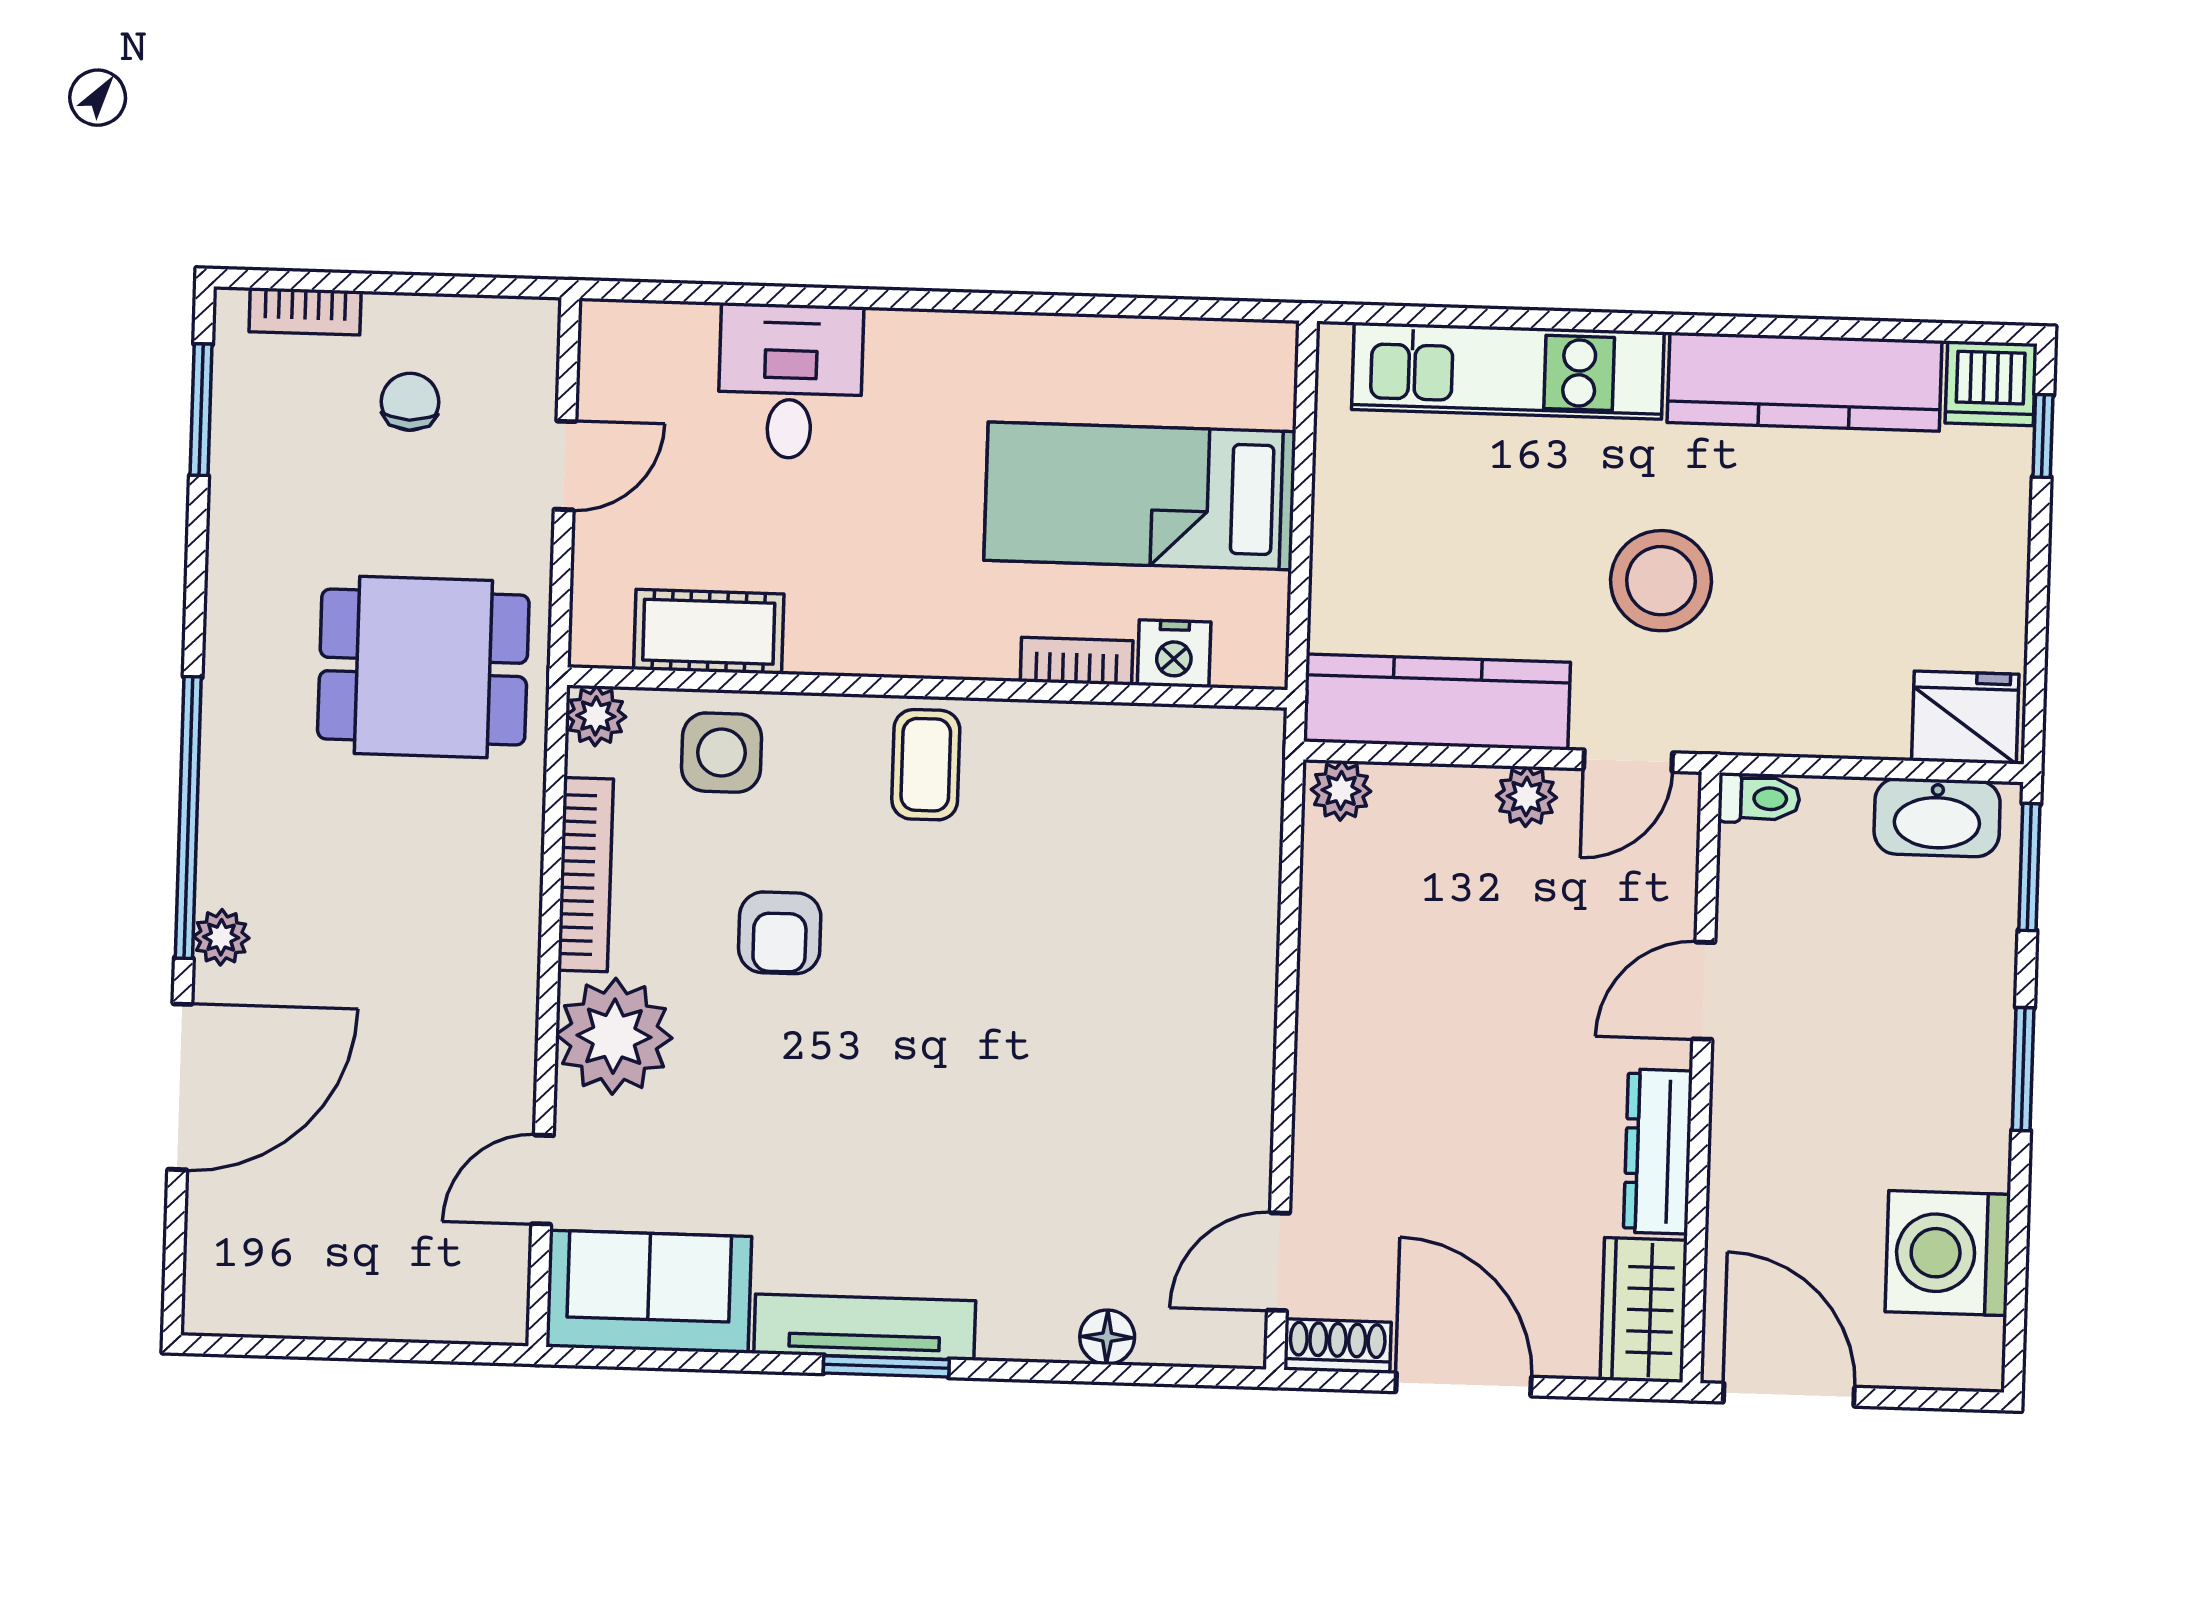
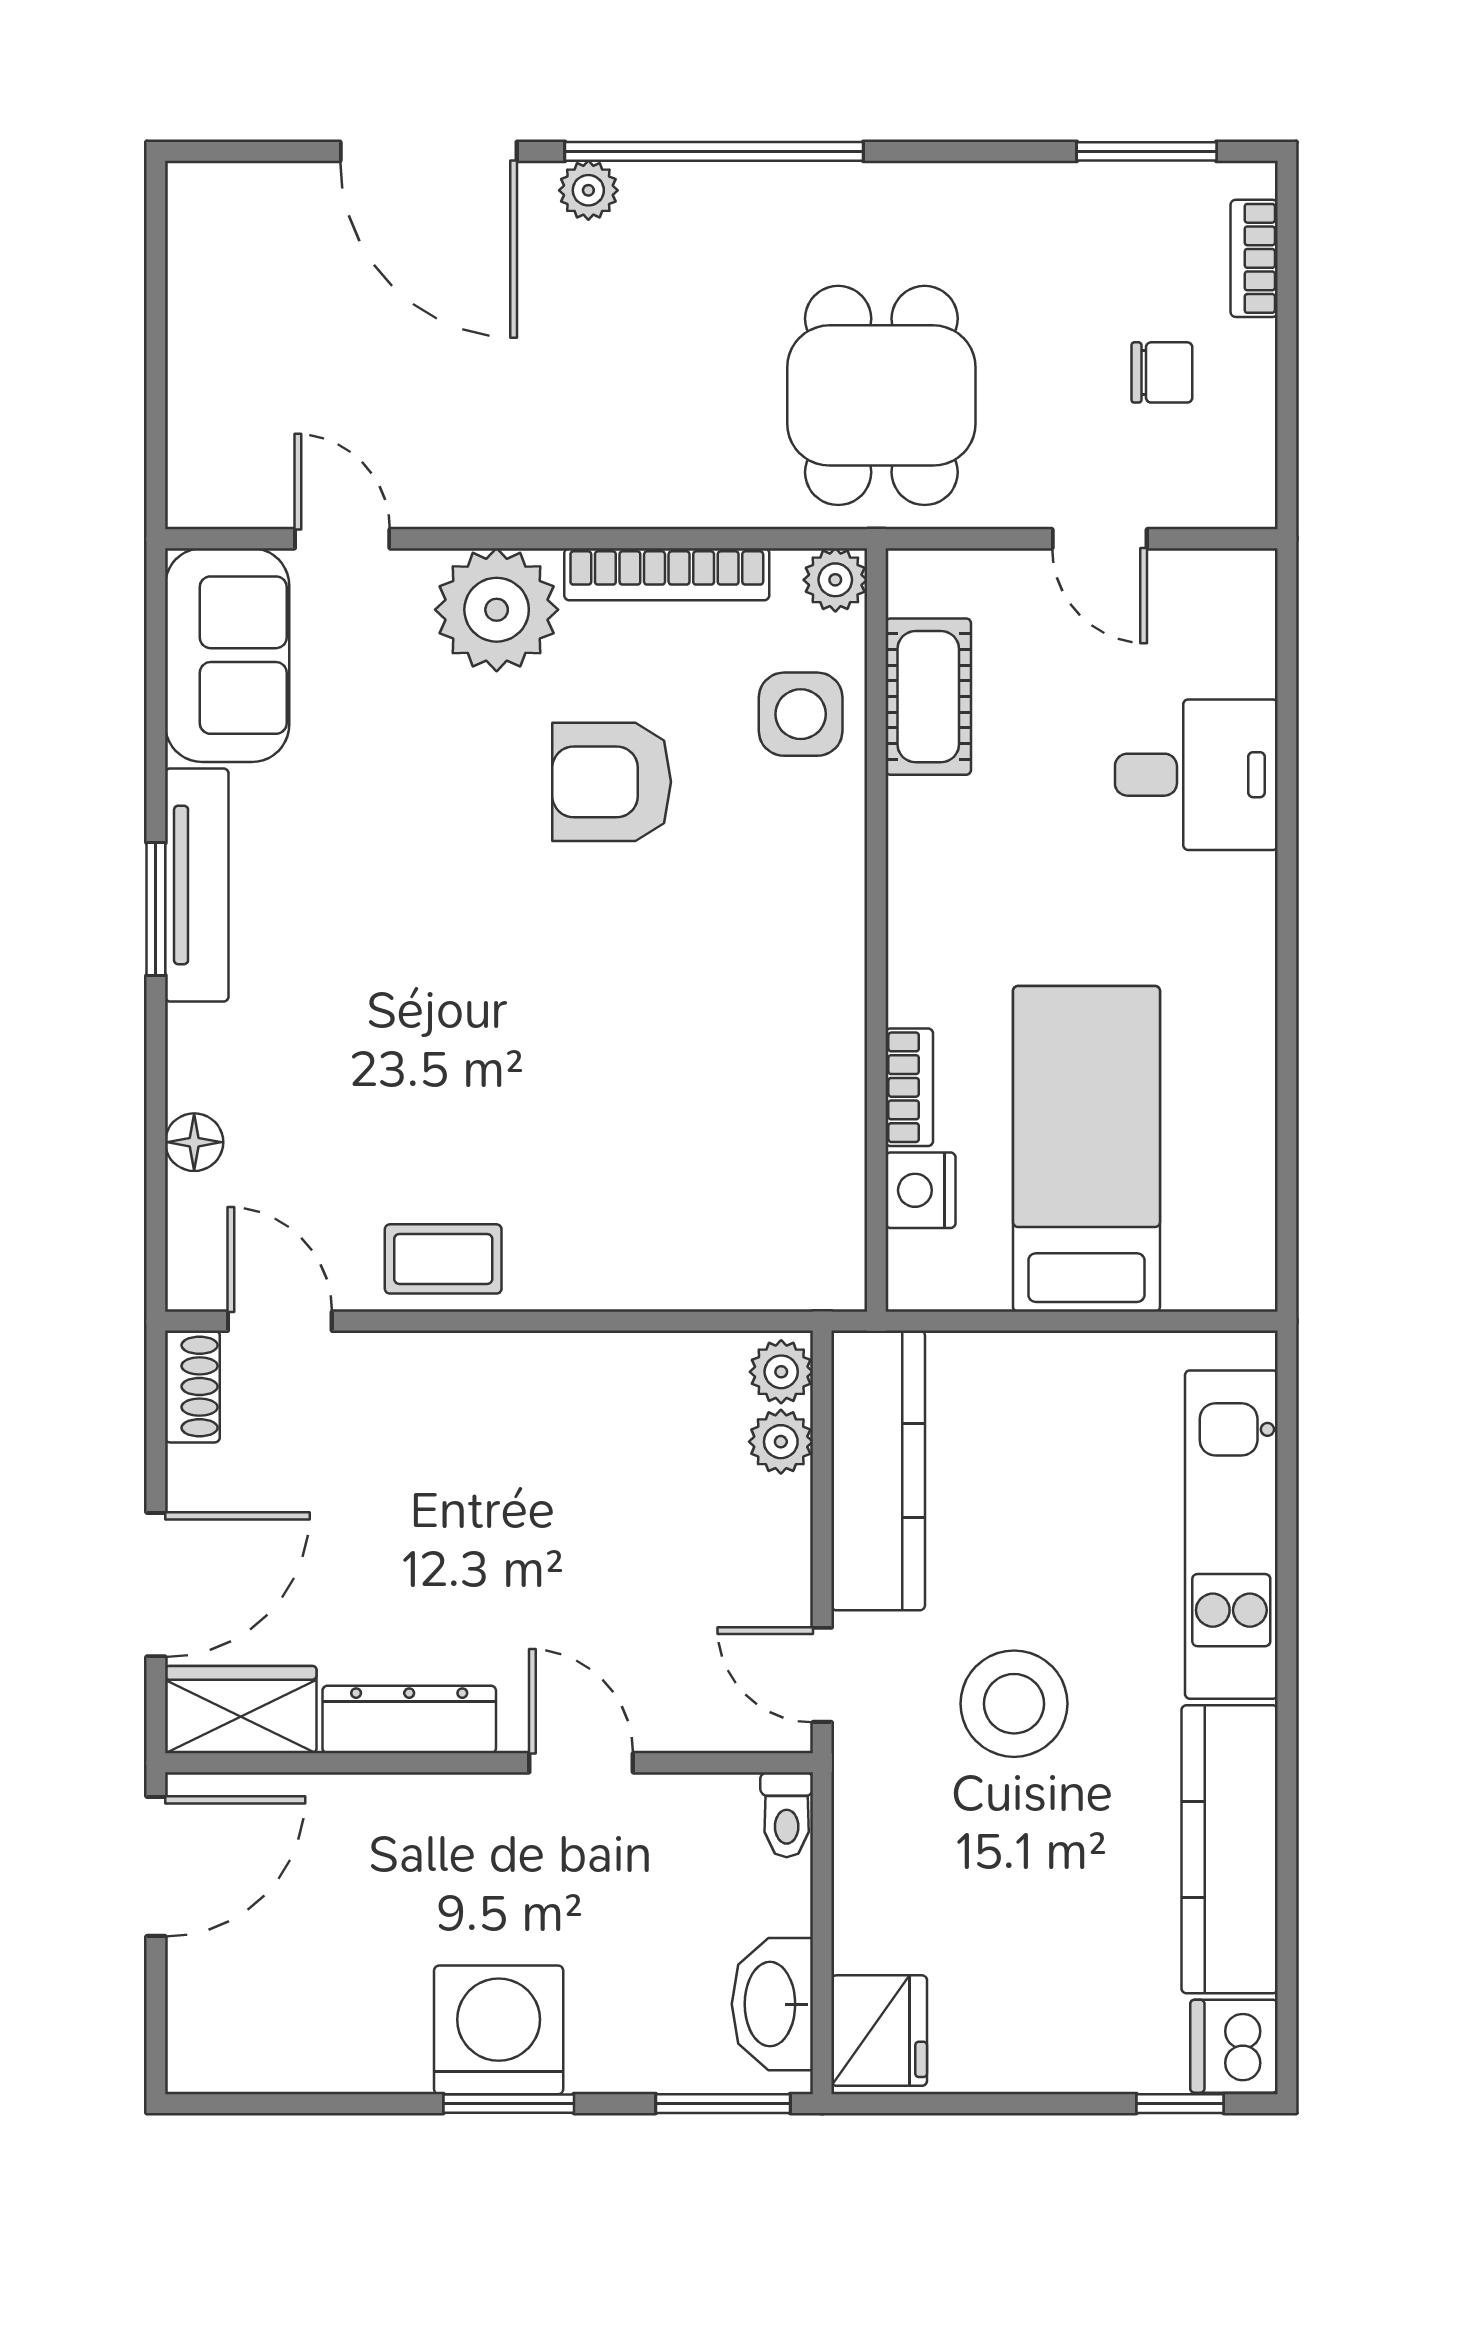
coffee table: (926, 765) -> (443, 1259), moved
plant: (1526, 797) -> (781, 1442), moved
armchair: (780, 933) -> (612, 782), width x1.38, depth x1.38
washing machine: (1948, 1253) -> (499, 2030), moved
door: (1464, 1384) -> (156, 1585), moved

